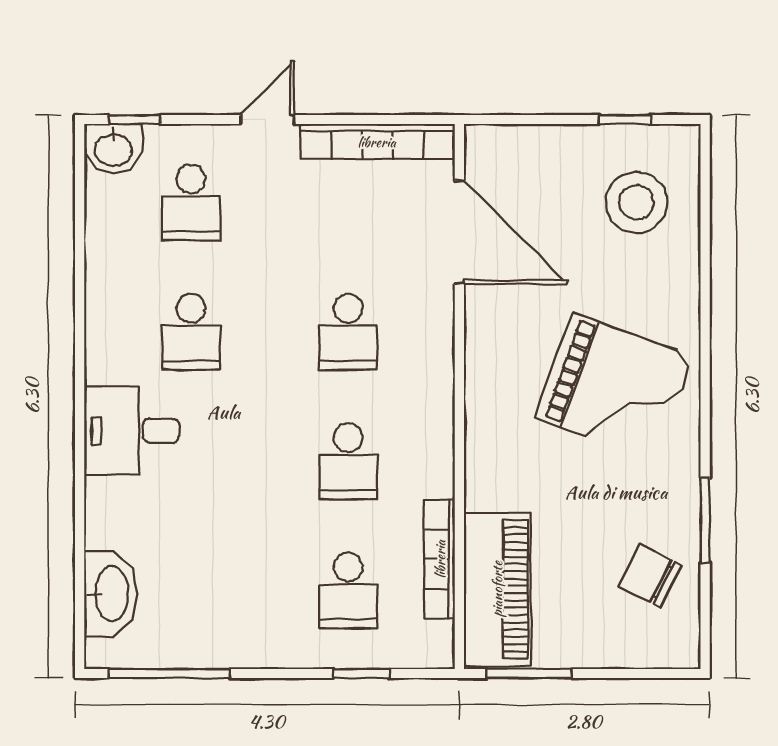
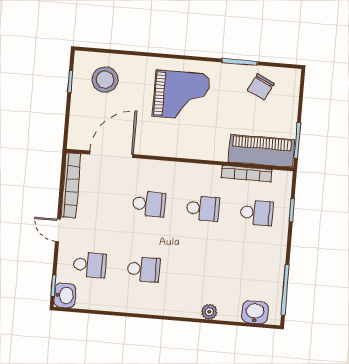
grand piano: (614, 387) -> (181, 95), turned 70
desk: (132, 431) -> (183, 297), removed
plant: (103, 497) -> (209, 312), added
washbasin: (110, 594) -> (255, 312), width x0.72

